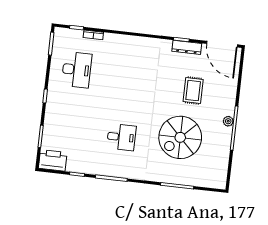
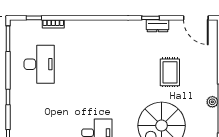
door: (222, 44) -> (196, 18), width x0.73
dresser: (187, 47) -> (158, 26), width x0.70

